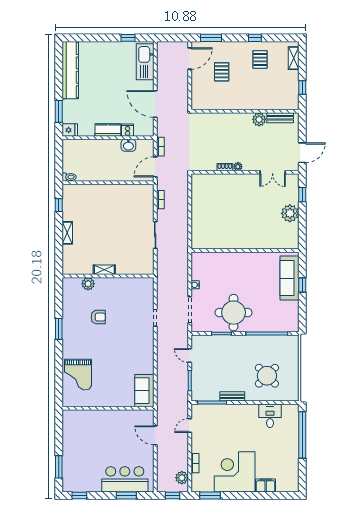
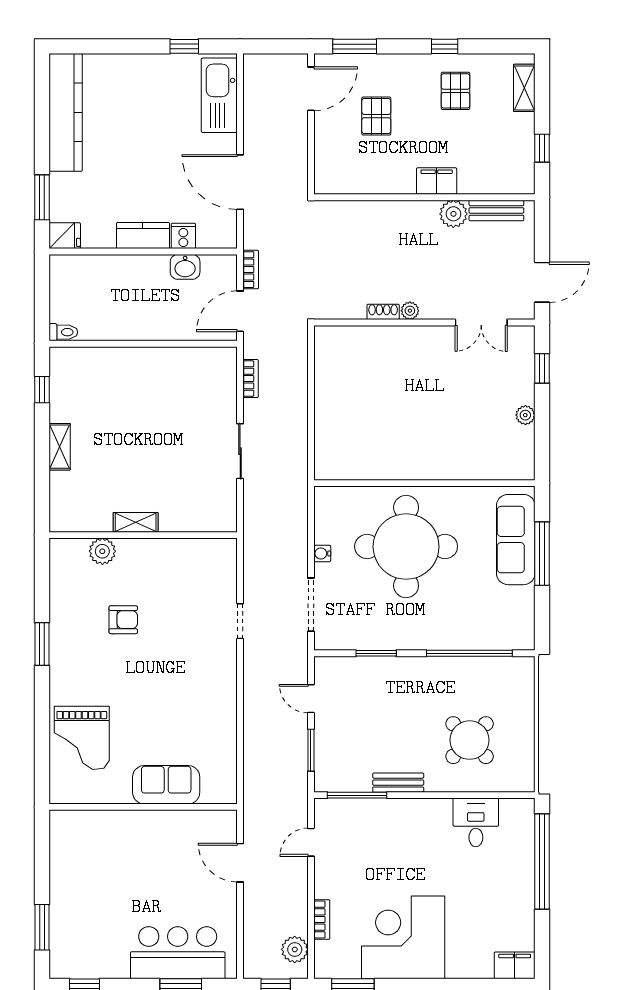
filing cabinet: (251, 103) -> (437, 181), added
plant: (290, 213) -> (525, 415), width x0.53, depth x0.53
window: (302, 285) -> (542, 554), width x2.17
round table: (234, 313) -> (406, 547), moved, width x1.36, depth x1.36
sofa: (144, 391) -> (166, 785), moved, turned 90
filing cabinet: (266, 485) -> (515, 965), moved

